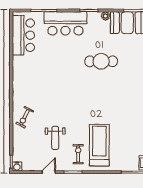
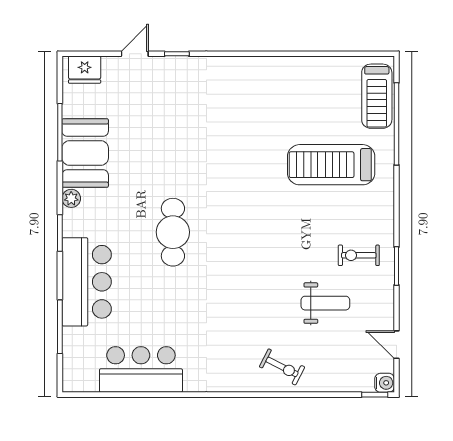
bar counter: (23, 35) -> (141, 370), moved
cafe table: (101, 61) -> (173, 232), moved
treadmill: (99, 145) -> (331, 165), moved
door: (49, 172) -> (396, 345), moved

